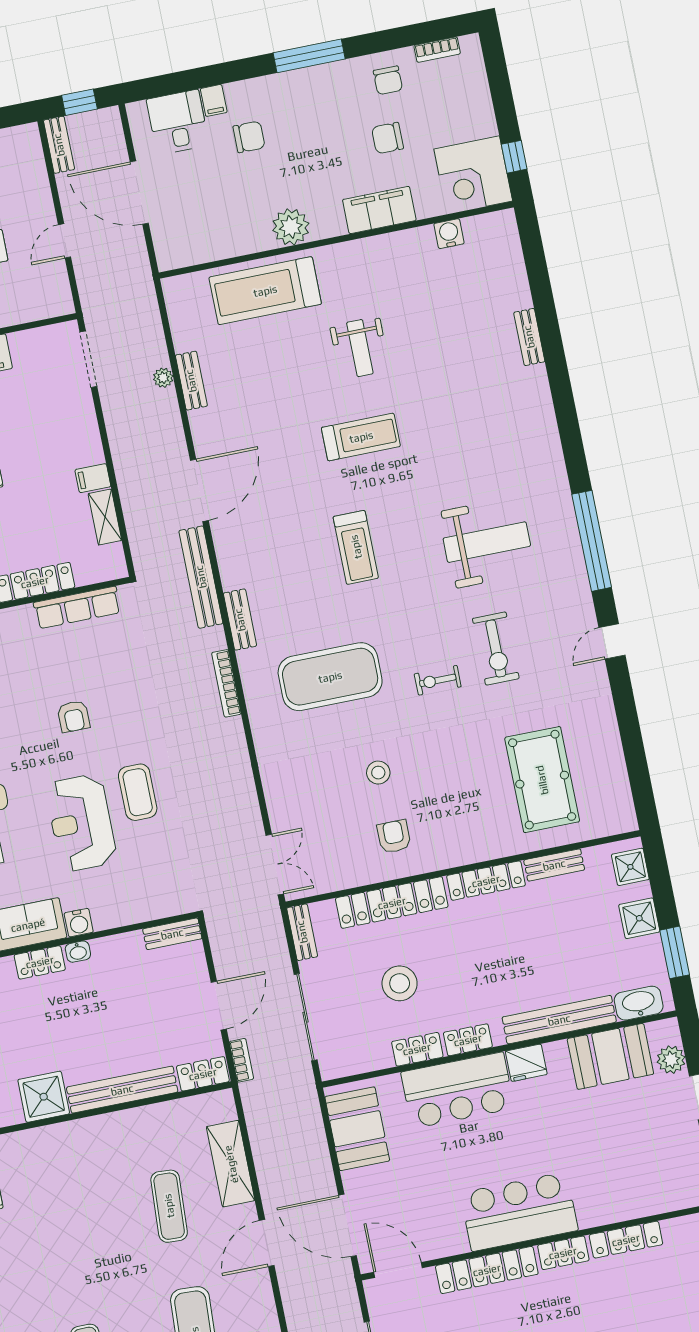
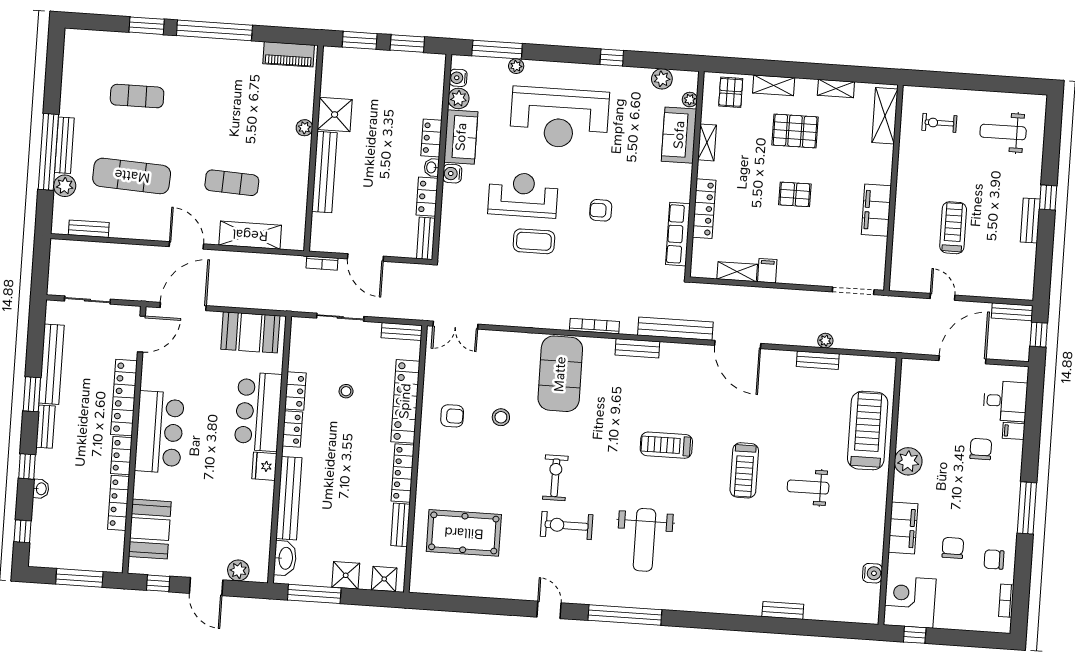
chair: (249, 137) -> (981, 449), turned 180
exercise mat: (330, 677) -> (560, 374), moved
exercise bike: (438, 680) -> (555, 478), width x1.38, depth x1.39
window: (675, 952) -> (314, 594), width x1.44
stool: (400, 983) -> (346, 391), width x0.53, depth x0.53
sliding door: (306, 1017) -> (340, 317), width x0.73
booth: (610, 1056) -> (150, 529), moved
locker: (203, 1074) -> (427, 197), moved, turned 180
plant: (72, 1131) -> (304, 128), added

